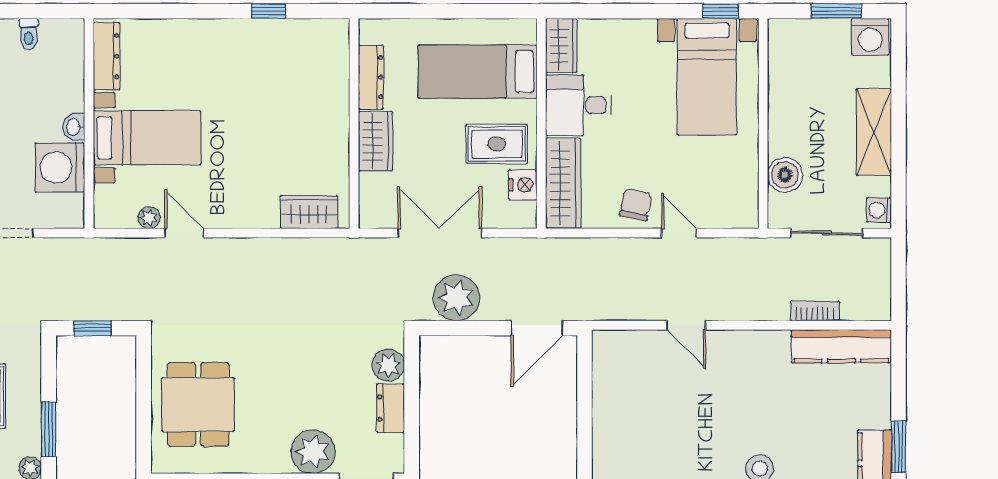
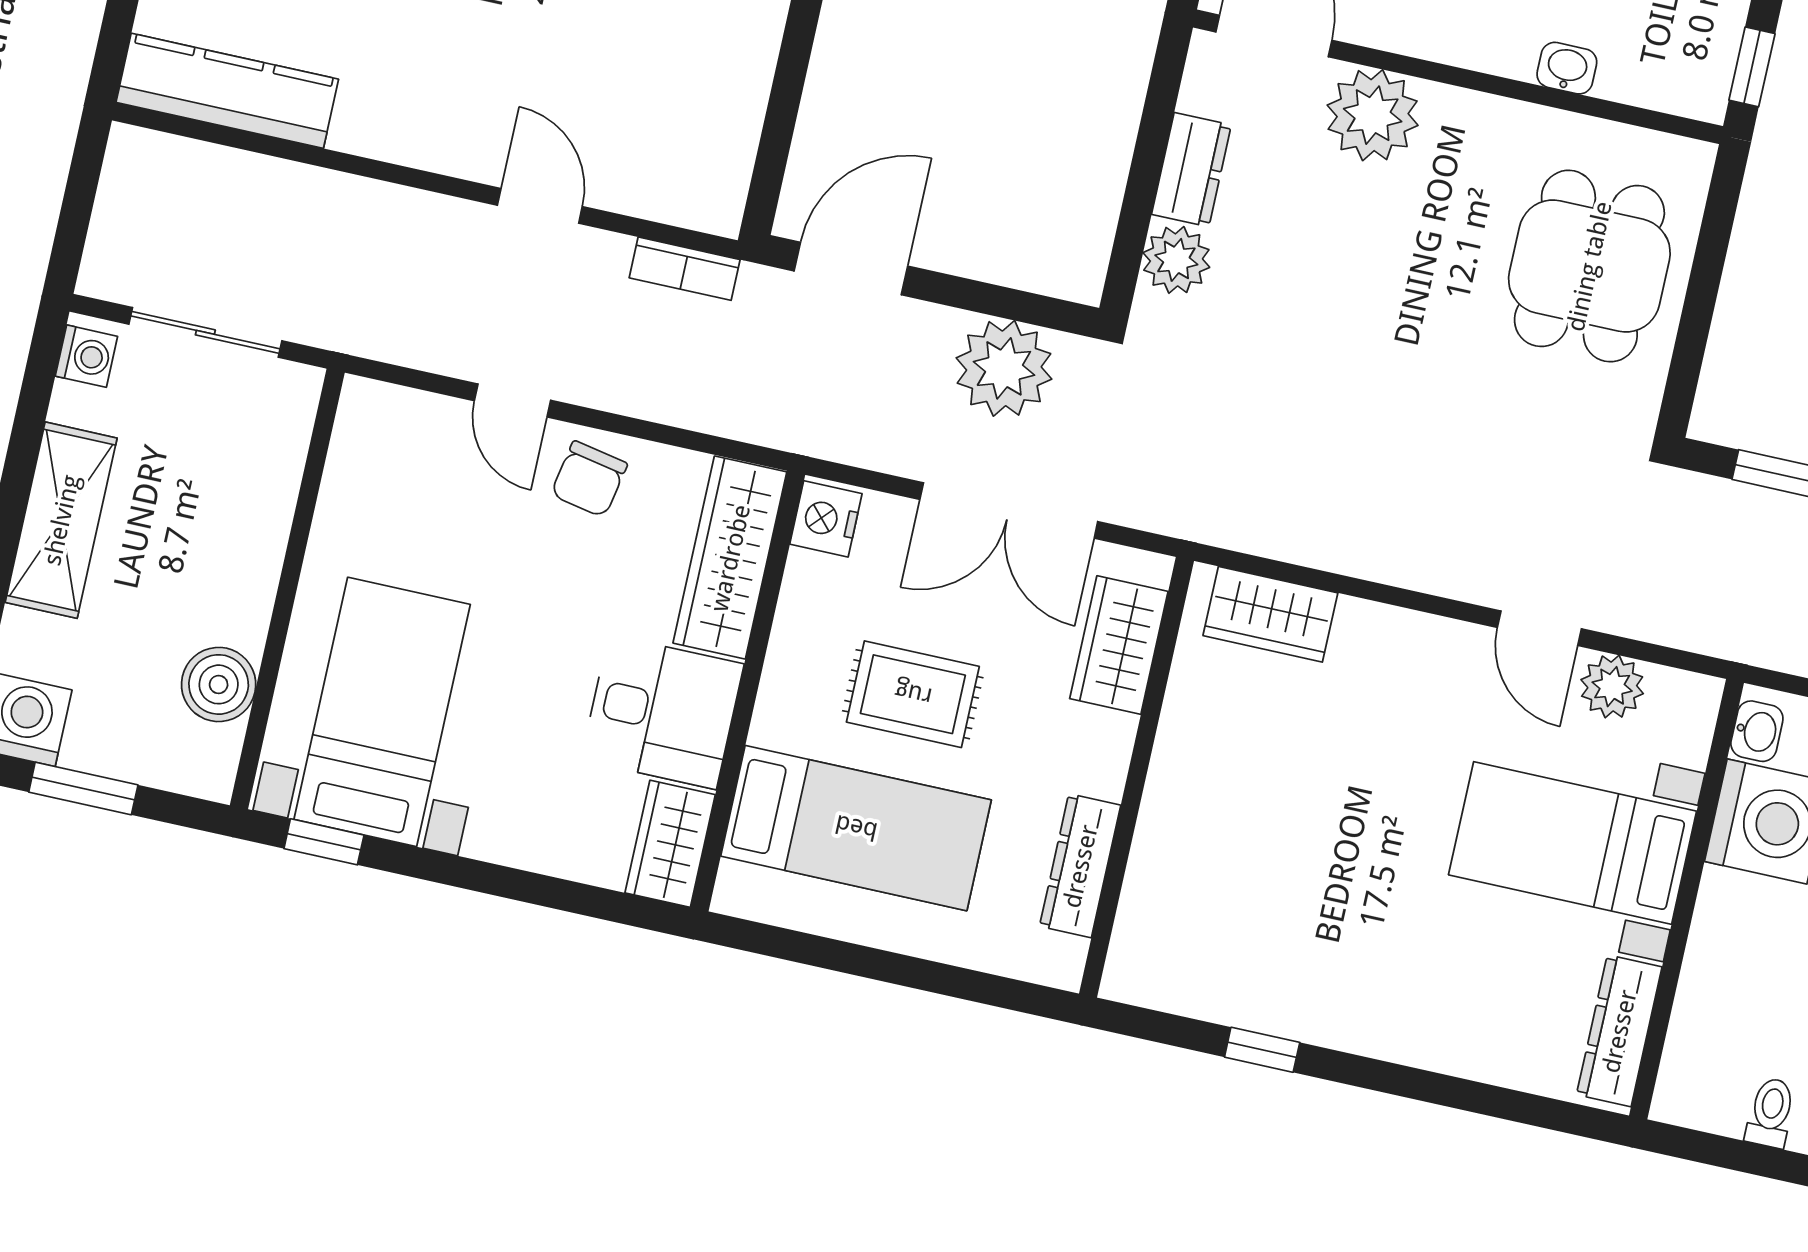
washbasin: (74, 127) -> (1757, 731), moved
wardrobe: (375, 141) -> (1119, 645), moved
rug: (497, 144) -> (913, 694), moved
boiler: (785, 175) -> (219, 684), moved
nightstand: (523, 185) -> (826, 519), moved
plant: (149, 218) -> (1612, 687), width x1.38, depth x1.38
bookcase: (815, 311) -> (685, 269), moved

